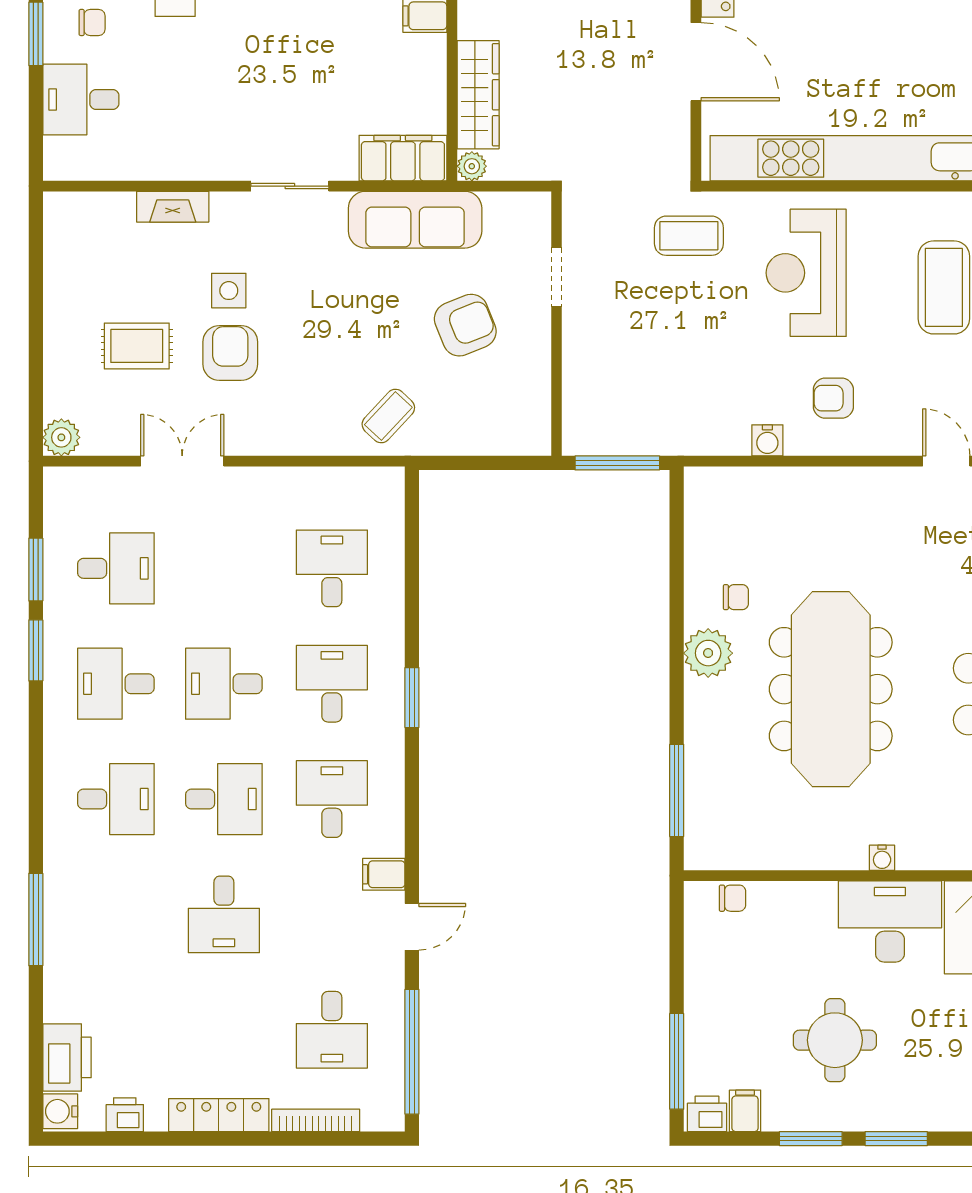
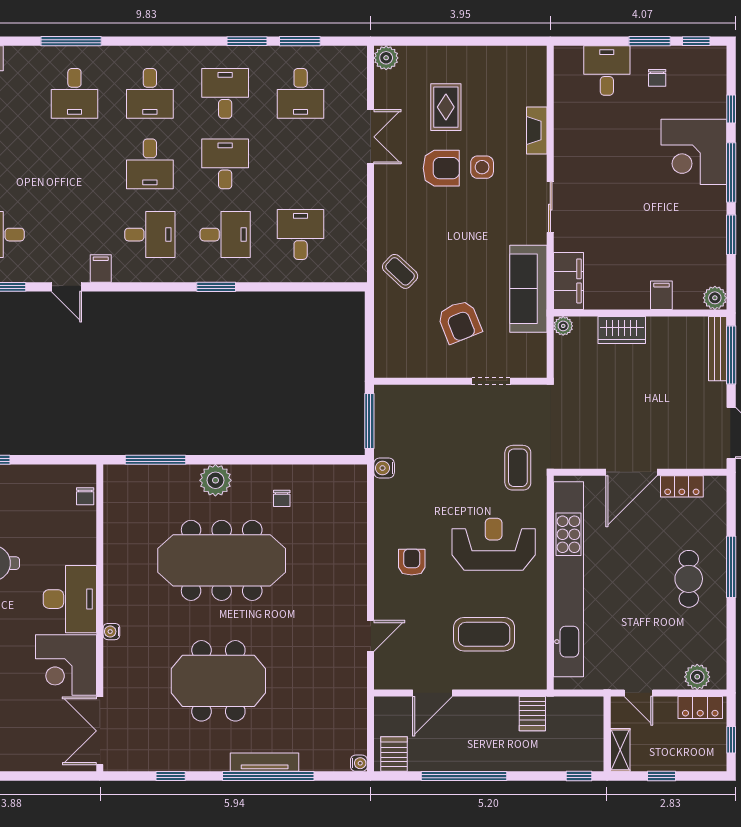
wardrobe: (478, 95) -> (622, 330), width x0.67
water cooler: (767, 440) -> (384, 468), moved
desk: (332, 568) -> (301, 235), turned -90
plant: (708, 653) -> (215, 480), moved
water cooler: (882, 858) -> (111, 632), moved
desk: (224, 914) -> (74, 93), moved, turned -90

